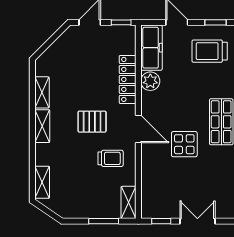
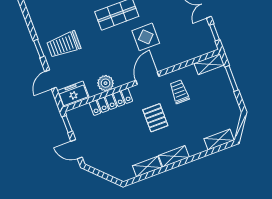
freezer: (151, 48) -> (73, 94), width x0.71
trolley: (210, 51) -> (64, 45), turned 90

